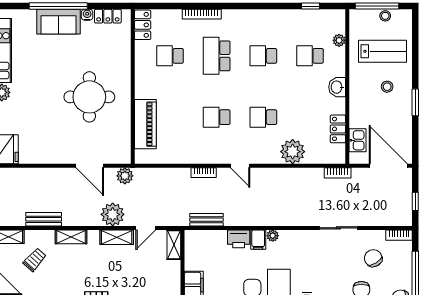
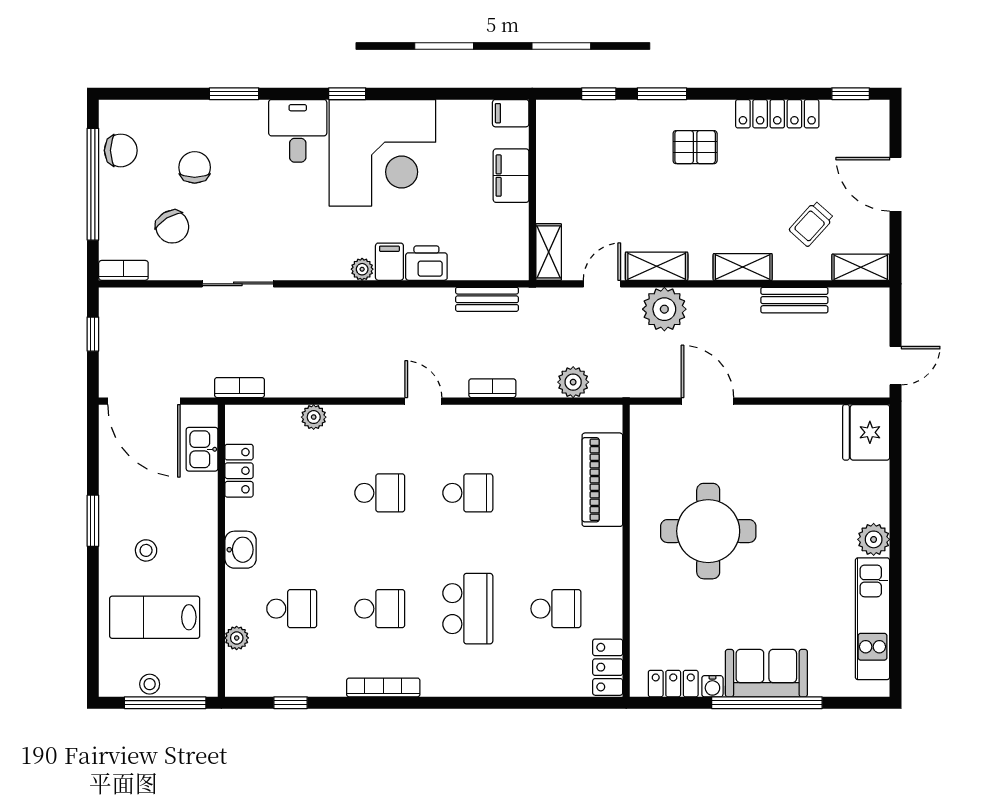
bookcase: (202, 14) -> (383, 687), moved
plant: (293, 152) -> (314, 417), width x0.53, depth x0.53
plant: (125, 176) -> (573, 382), moved

